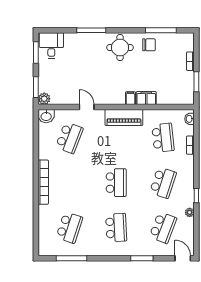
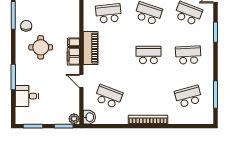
desk: (51, 46) -> (27, 96), moved
round table: (120, 48) -> (41, 47), moved
filing cabinet: (146, 98) -> (73, 56), moved
door: (87, 107) -> (81, 81), hinge flipped
school desk: (69, 228) -> (188, 97), turned -33

